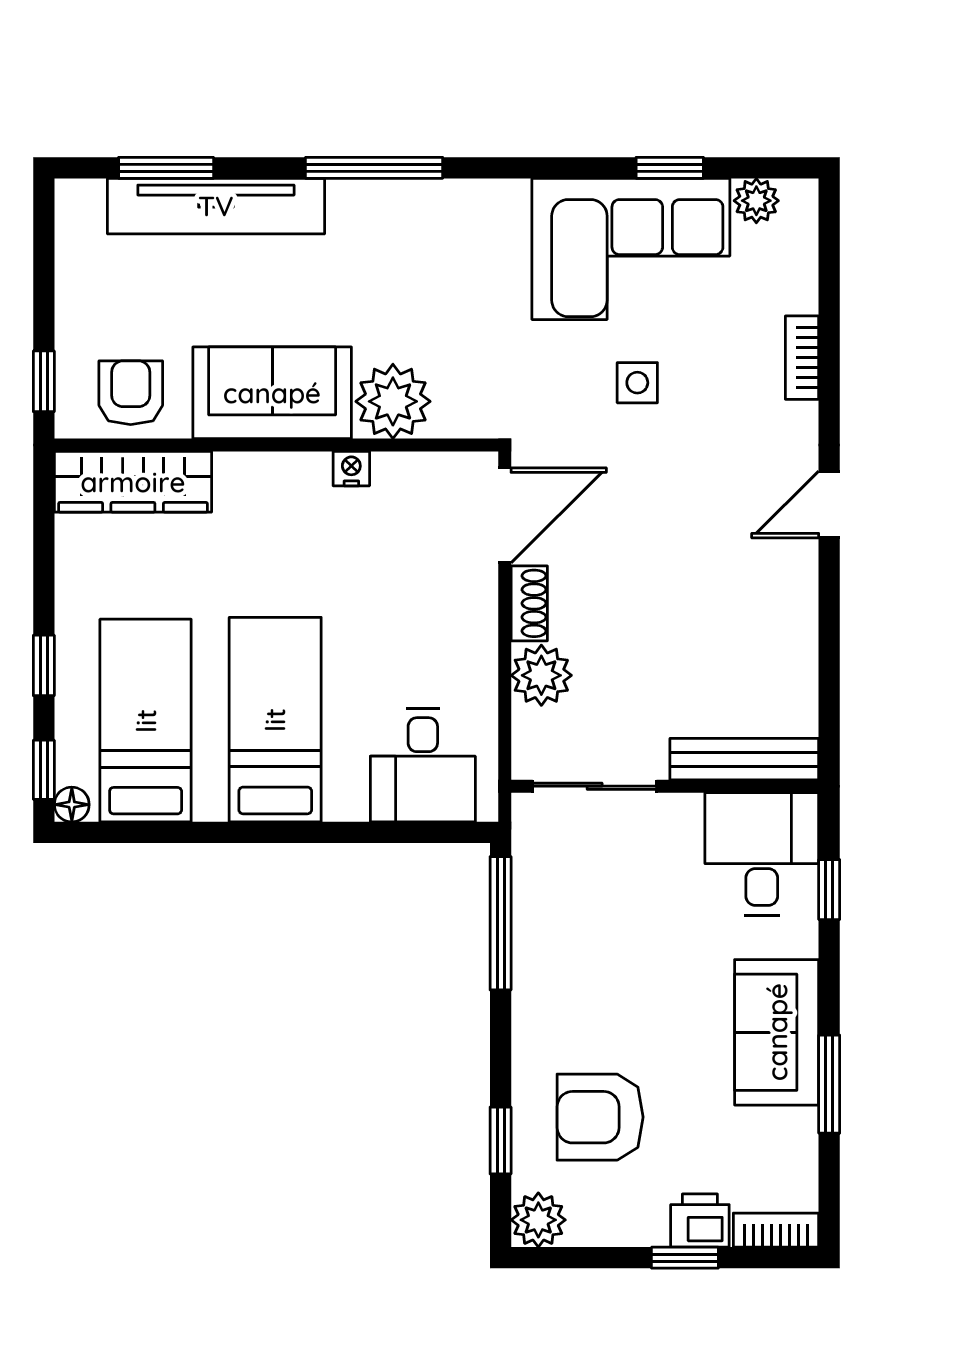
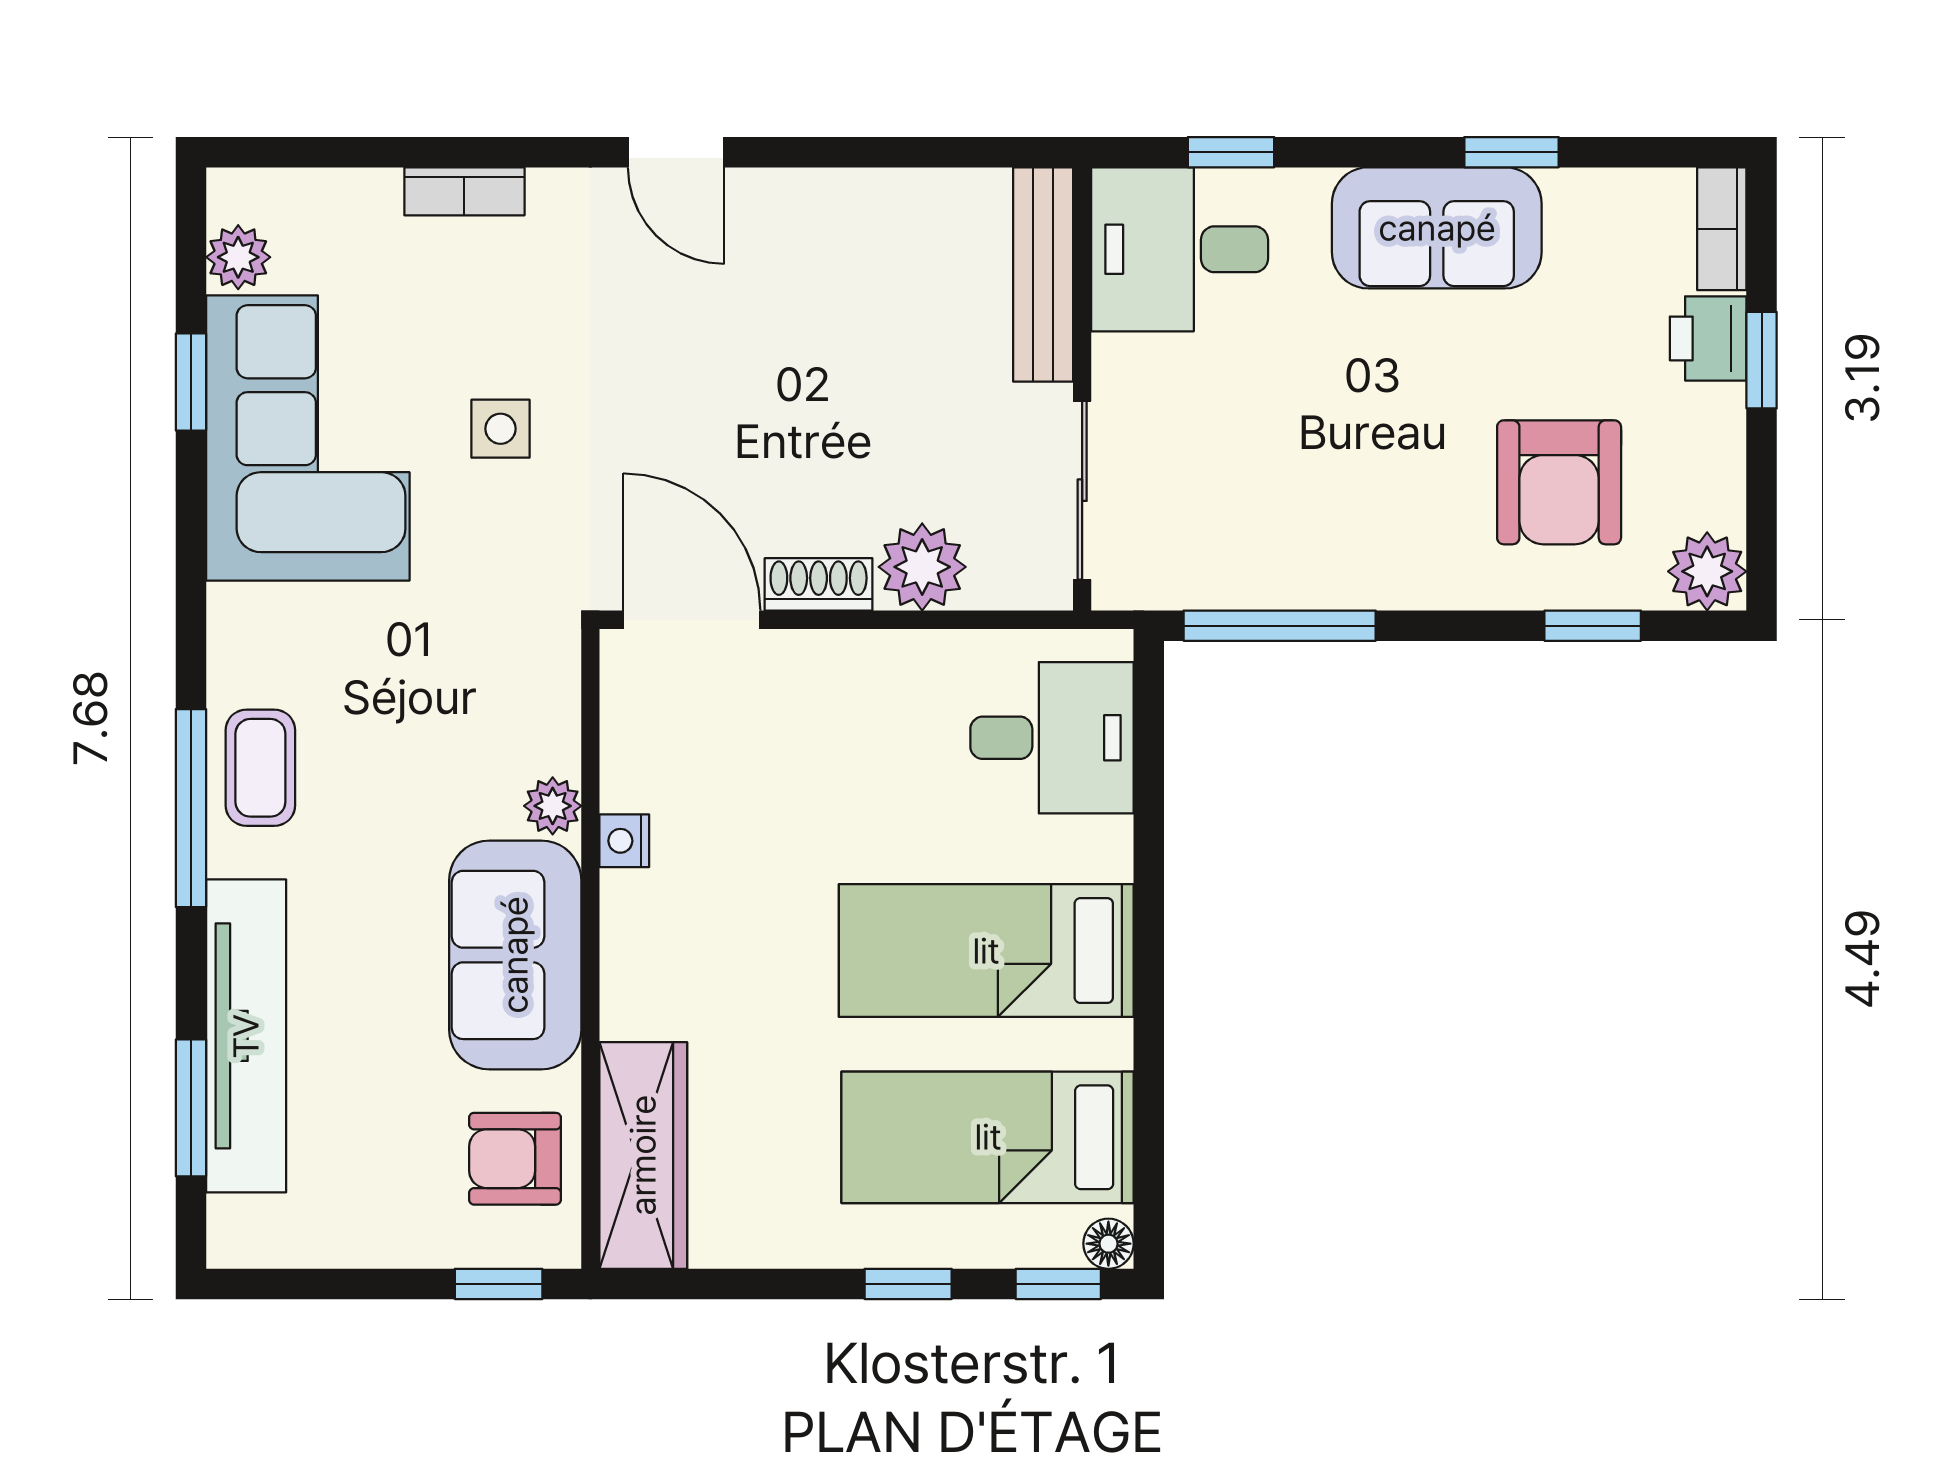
coffee table: (402, 216) -> (260, 768), added
plant: (393, 401) -> (553, 806), width x0.53, depth x0.53
window: (829, 1084) -> (1511, 152), width x0.67

